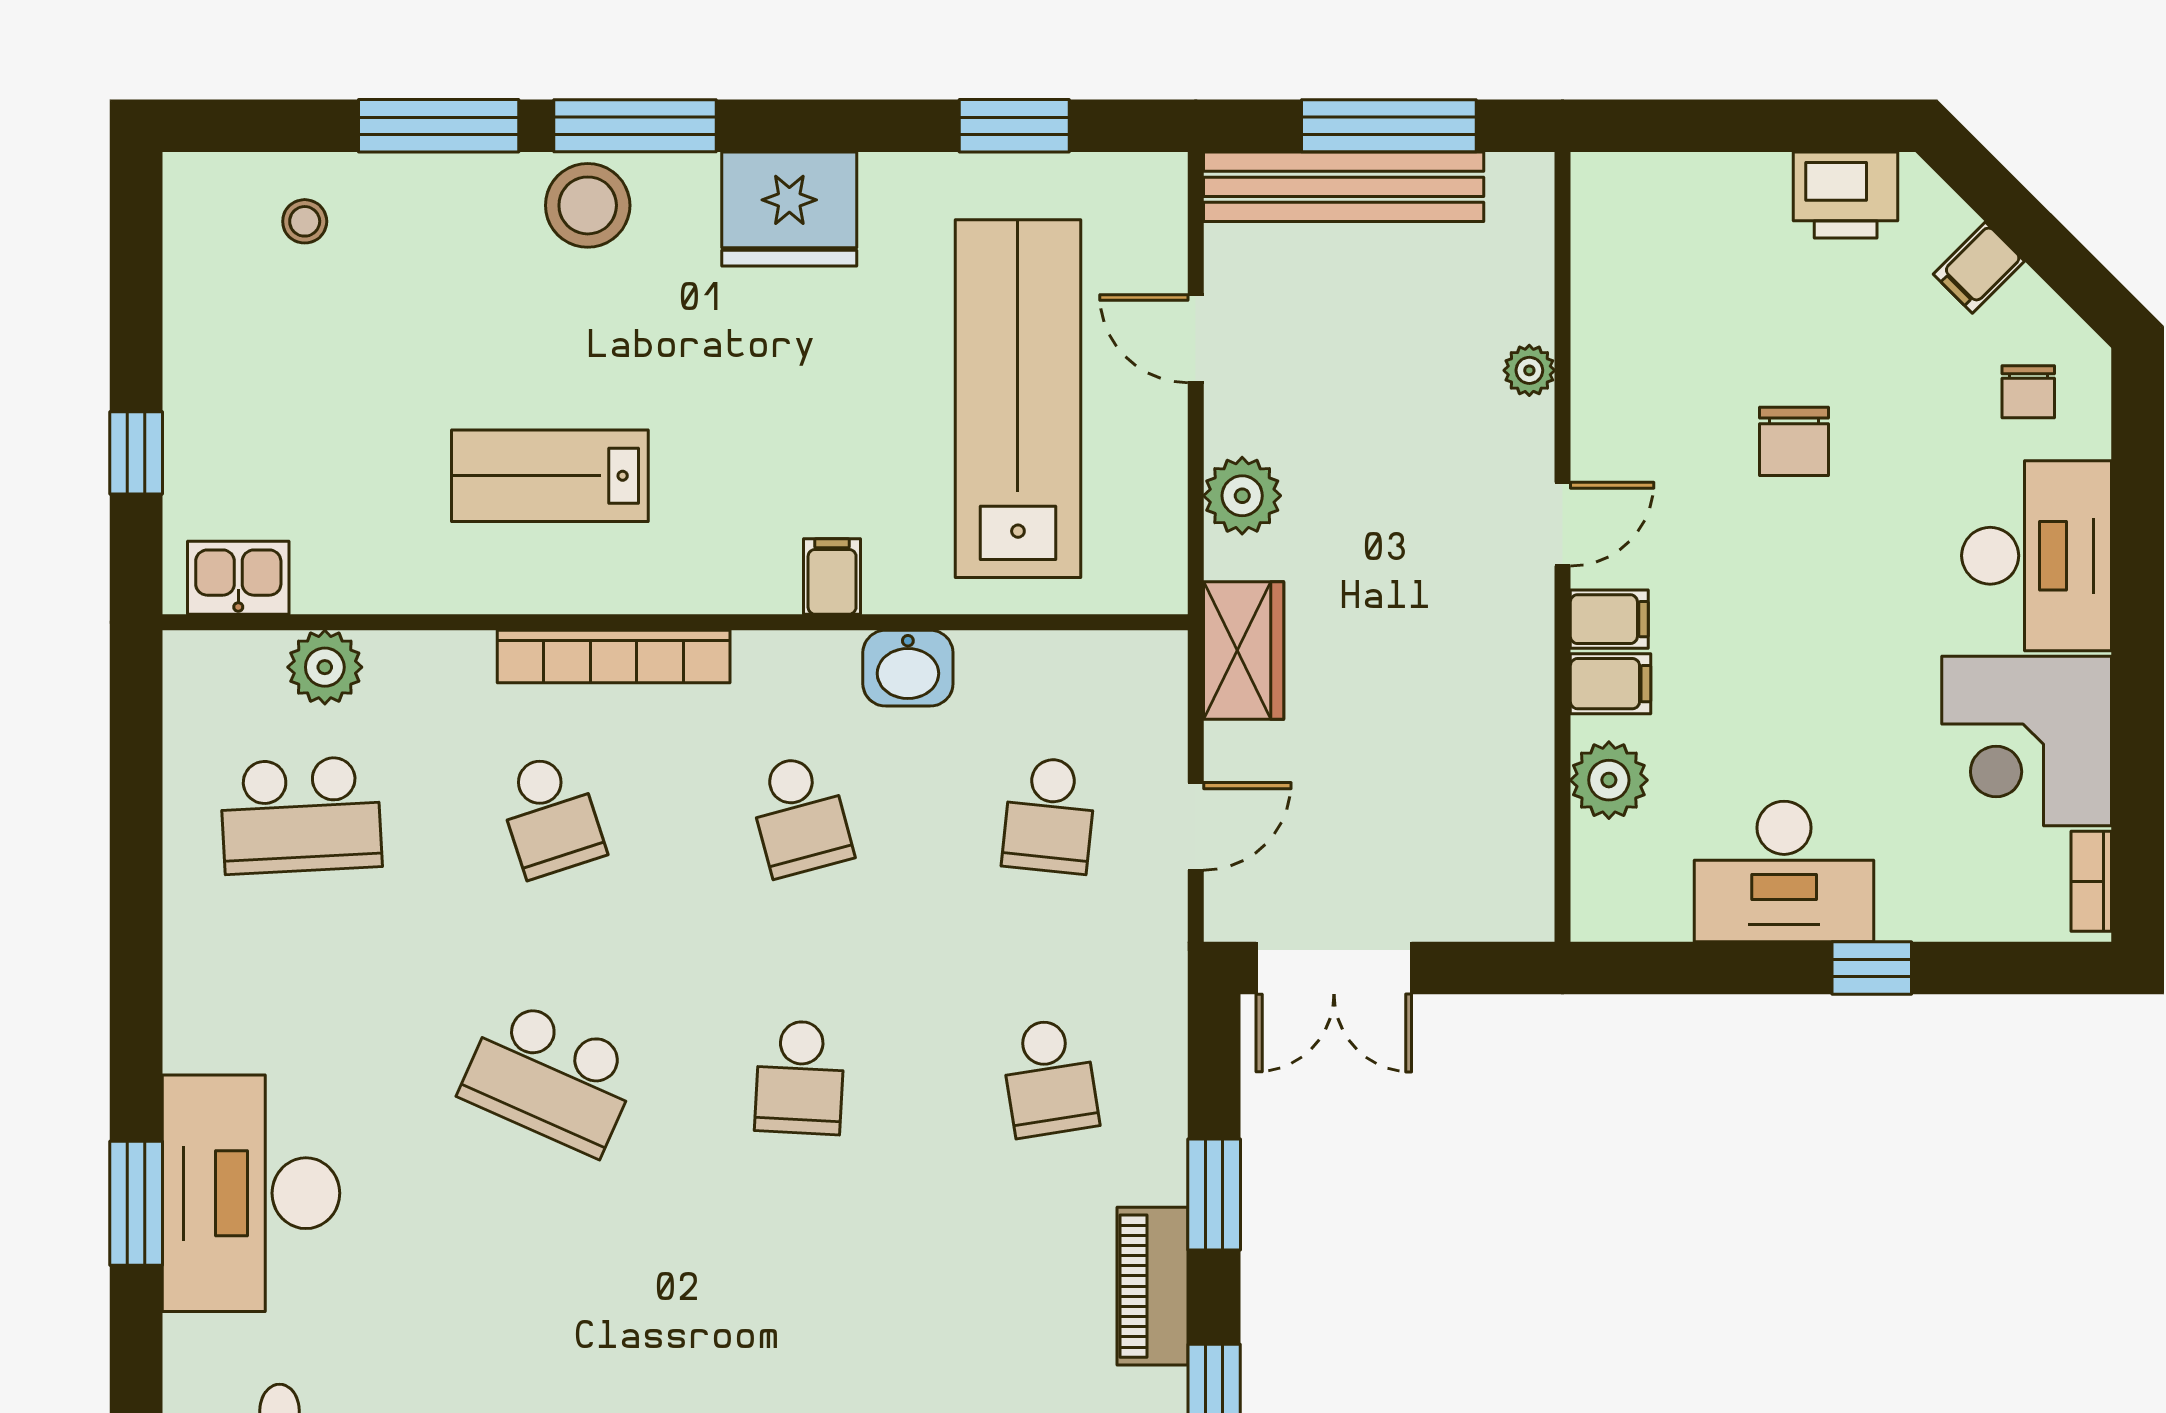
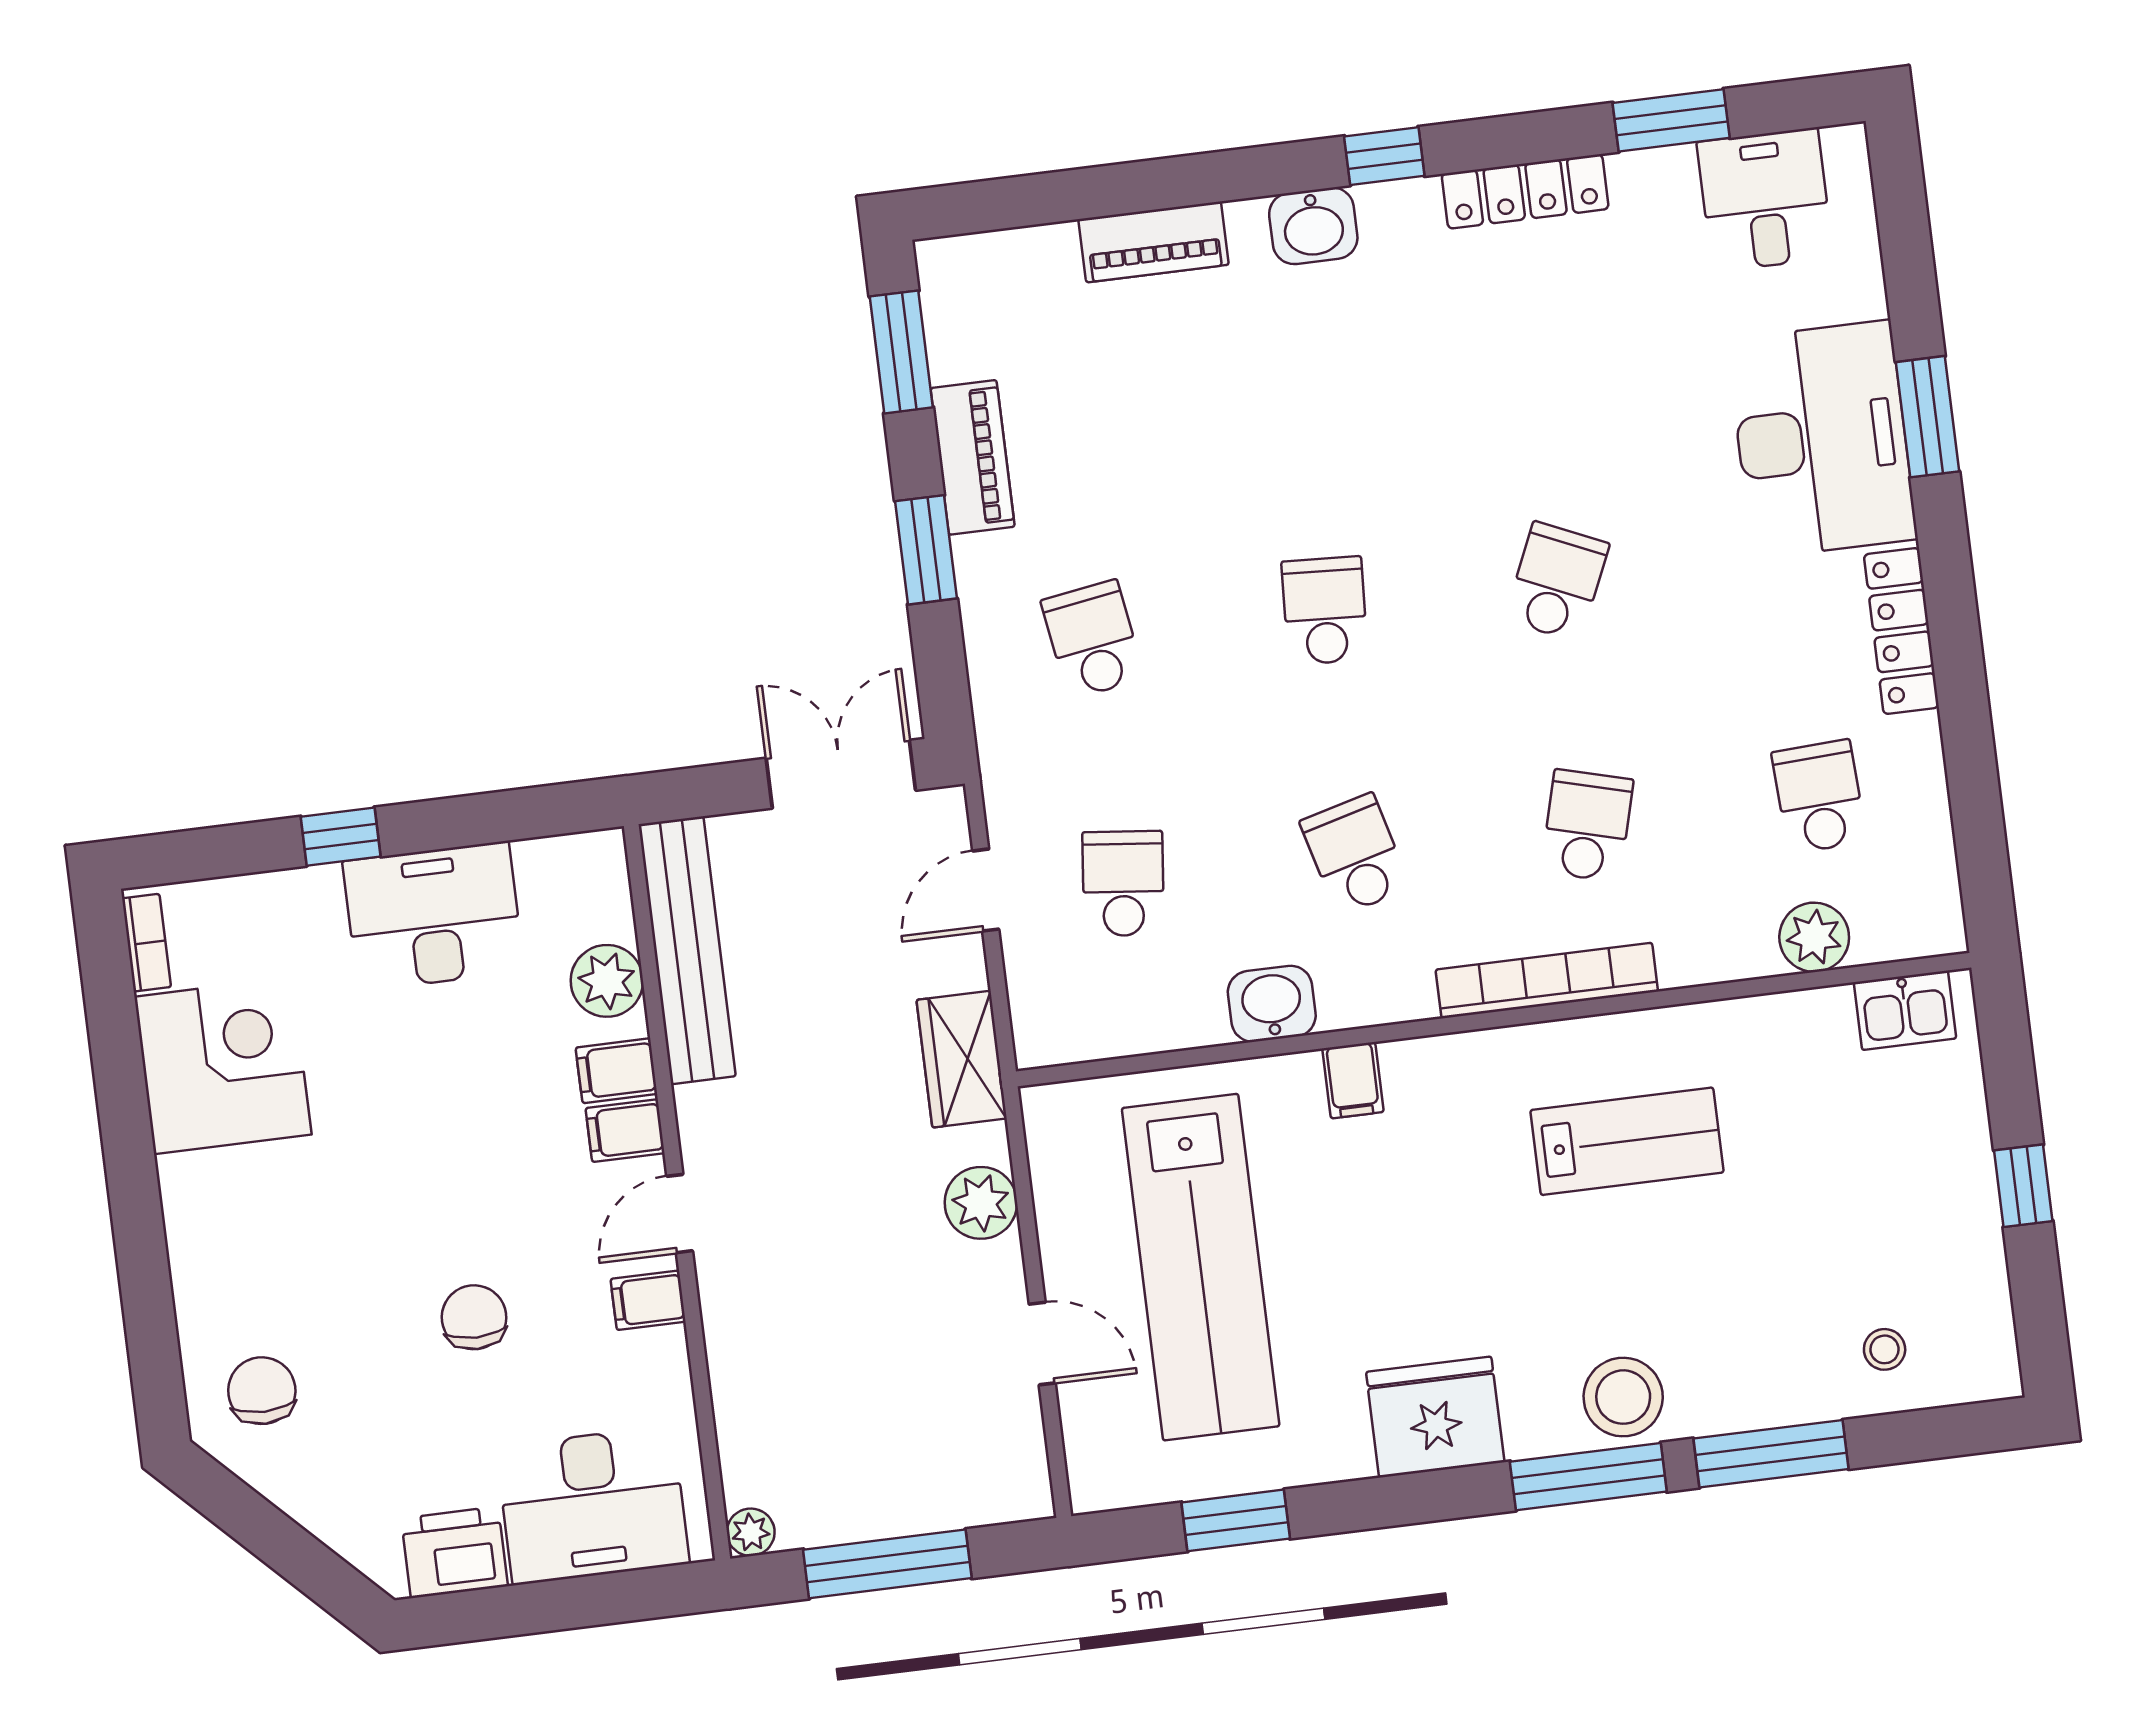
bench: (1344, 187) -> (687, 950), moved, turned 90
filing cabinet: (1979, 268) -> (648, 1300), moved, turned -135
plant: (1529, 370) -> (751, 1532), moved
chair: (2028, 392) -> (262, 1391), width x1.37, depth x1.37
window: (136, 453) -> (2023, 1186), moved
desk: (2037, 556) -> (593, 1505), moved, turned -90
school desk: (301, 815) -> (1819, 797), width x0.54
school desk: (550, 815) -> (1587, 826), turned 33
locker: (192, 980) -> (1901, 631), added
school desk: (550, 1077) -> (1557, 582), width x0.54

